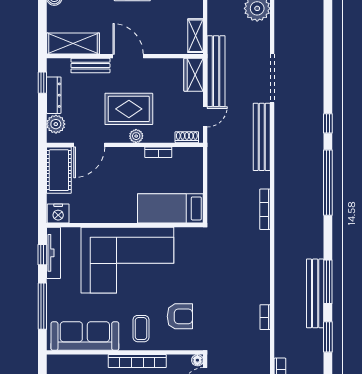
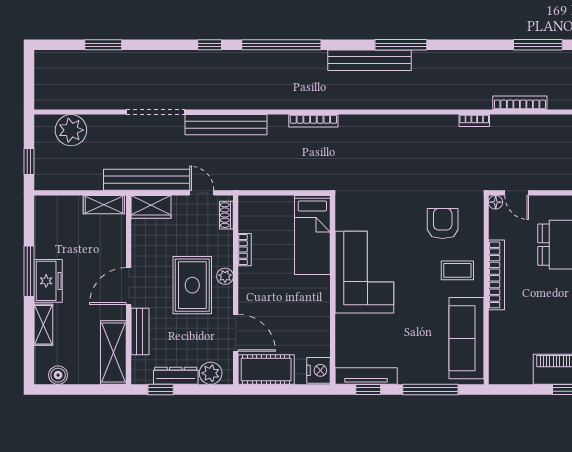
corner sofa: (127, 260) -> (364, 272), width x0.73, depth x0.74
bench: (315, 293) -> (370, 60), moved
bookcase: (265, 317) -> (474, 121), moved
window: (328, 337) -> (103, 45), moved

